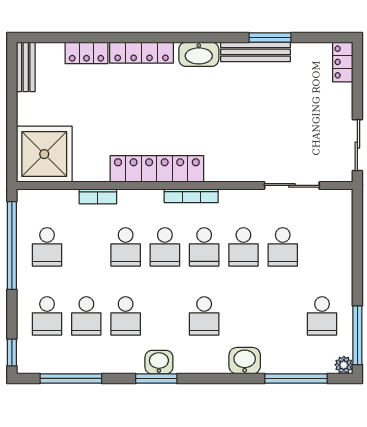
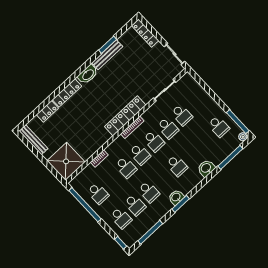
locker: (343, 62) -> (145, 33), width x1.53
bench: (26, 67) -> (33, 140), width x1.36
locker: (157, 169) -> (125, 116), moved

